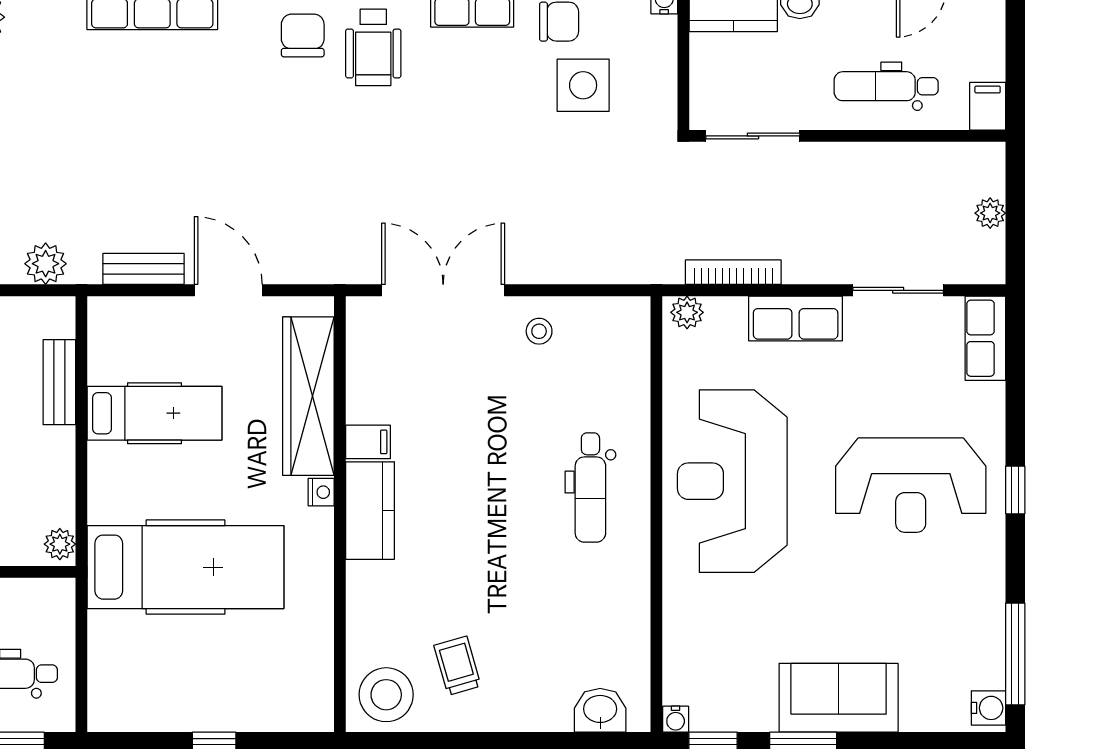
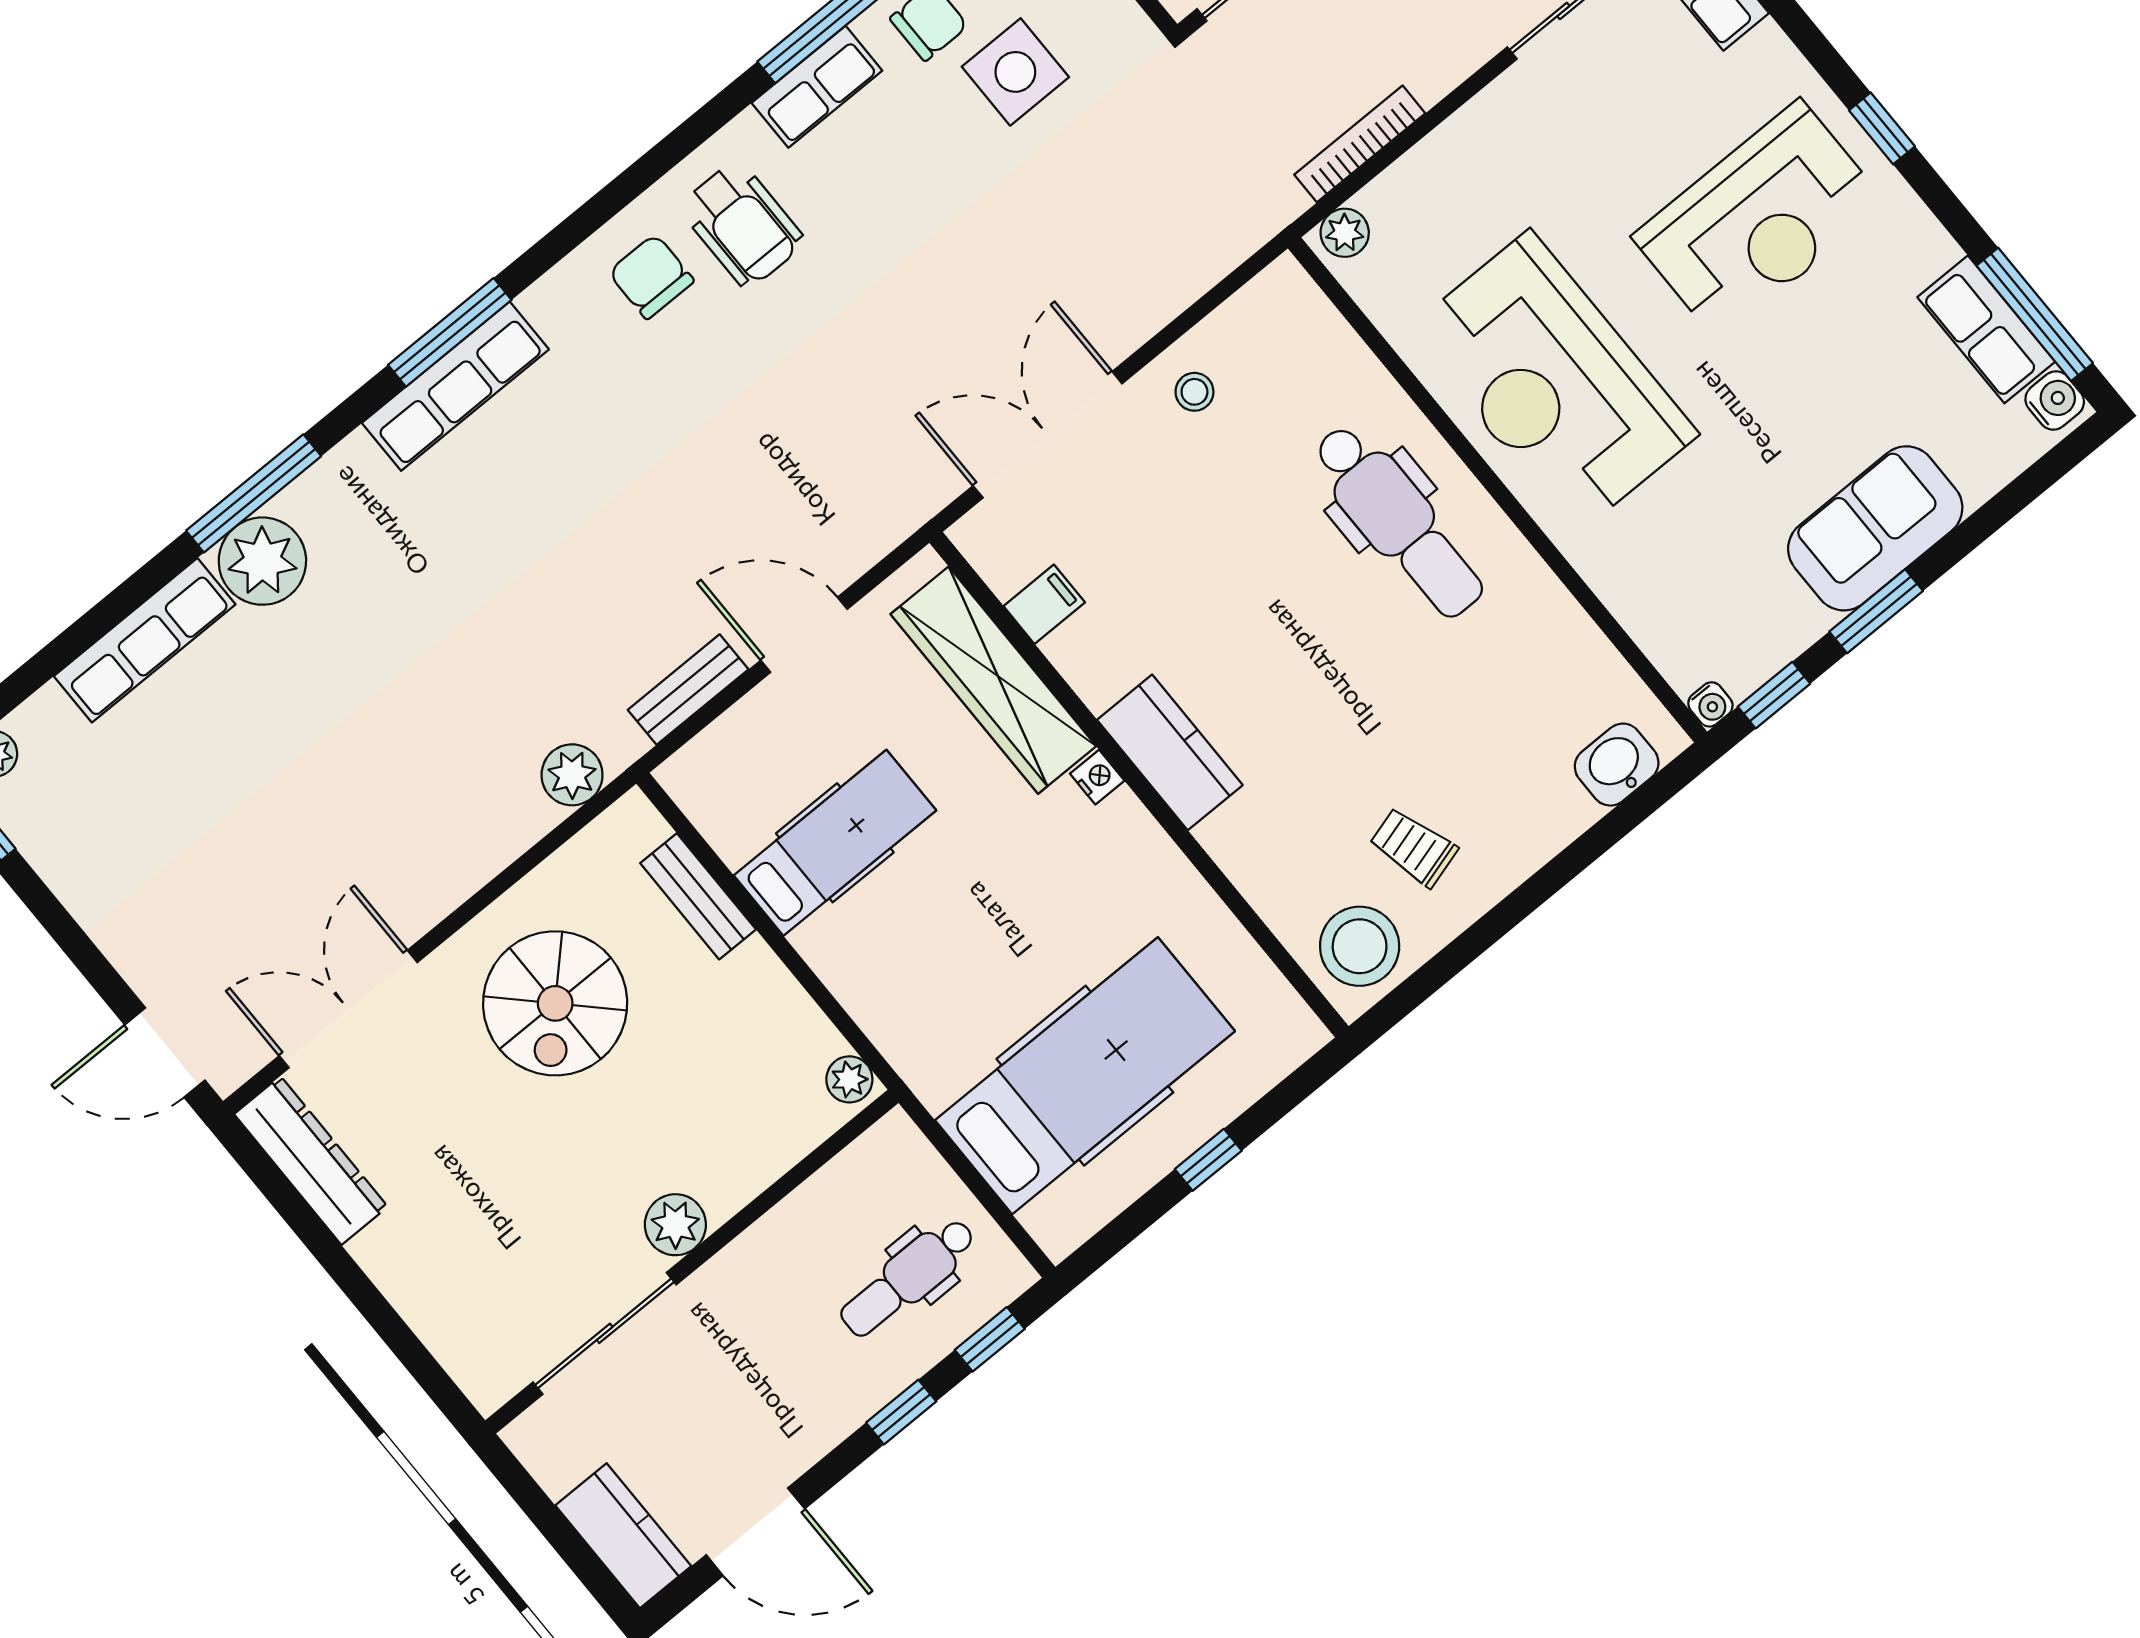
row of seats: (796, 318) -> (1986, 329), moved, turned 90
filing cabinet: (368, 442) -> (1044, 604), moved
dental chair: (590, 488) -> (1398, 521), width x1.36, depth x1.38
hospital bed: (185, 567) -> (1085, 1076), moved

